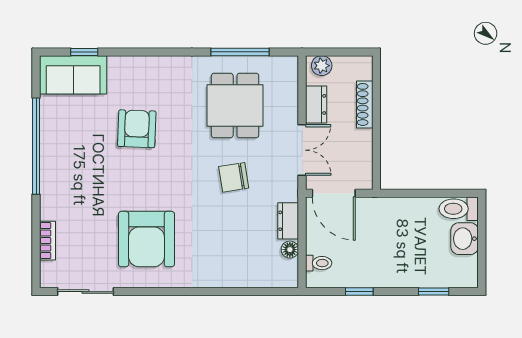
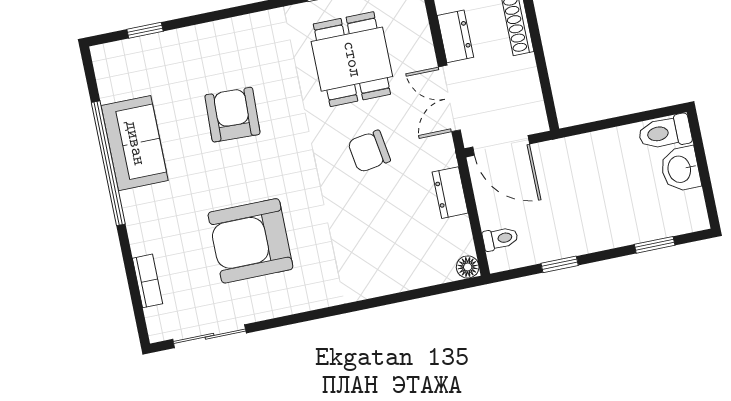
sofa: (73, 75) -> (135, 143), moved, turned -90
double door: (302, 150) -> (449, 98), swing flipped
armchair: (146, 239) -> (250, 241), moved, turned 90
floor lamp: (290, 250) -> (468, 267), moved

